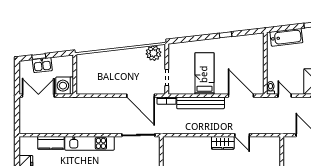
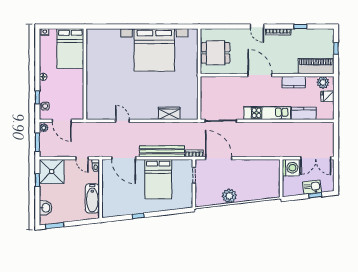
bathtub: (286, 37) -> (92, 198), moved, turned -83
plant: (154, 53) -> (229, 196), moved
bed: (204, 74) -> (158, 179), width x1.50
wardrobe: (223, 143) -> (169, 113), moved

